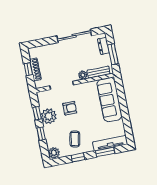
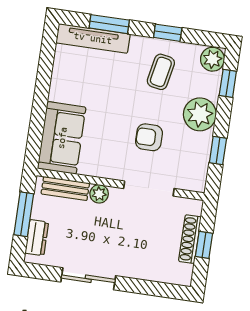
sliding door: (74, 36) -> (88, 279), width x0.73
sofa: (109, 100) -> (62, 138), width x0.73
plant: (49, 116) -> (200, 114), moved
window: (41, 134) -> (228, 83), moved

